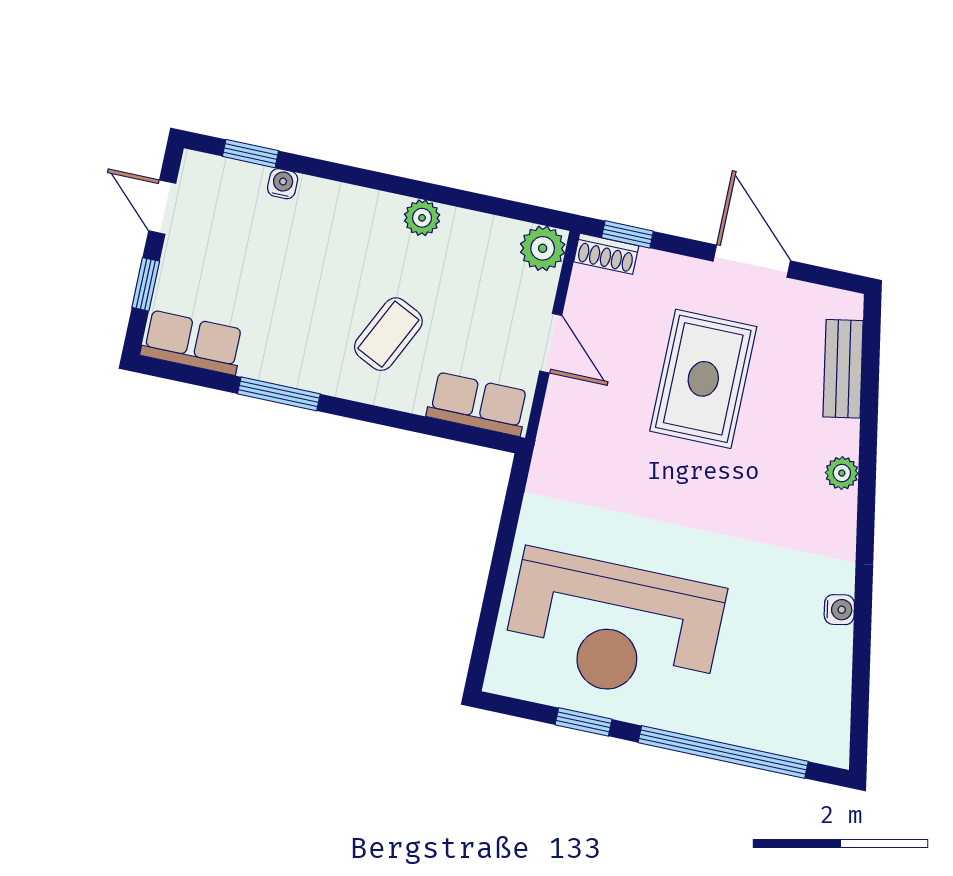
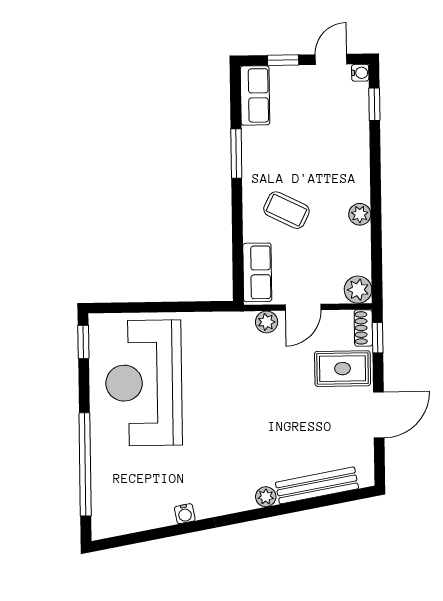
water cooler: (283, 184) -> (360, 73), moved
bench: (843, 369) -> (317, 485), width x1.36
rug: (703, 379) -> (343, 369), moved, width x0.73, depth x0.70
plant: (561, 407) -> (267, 322), added
window: (583, 722) -> (83, 342), moved

